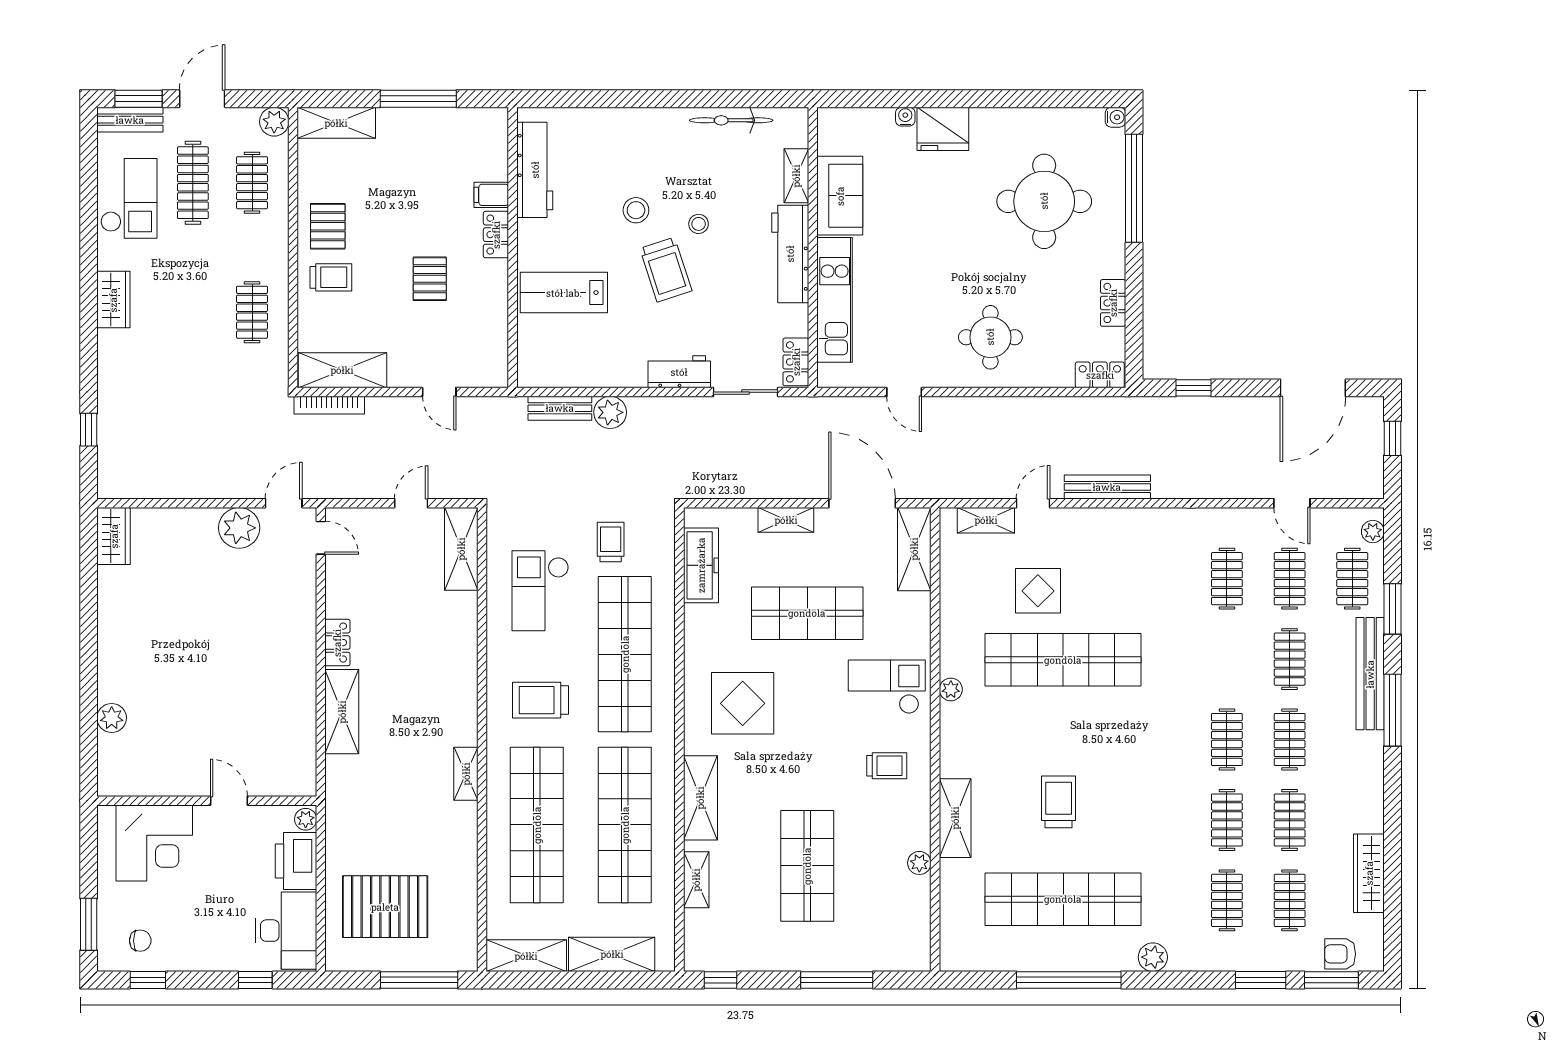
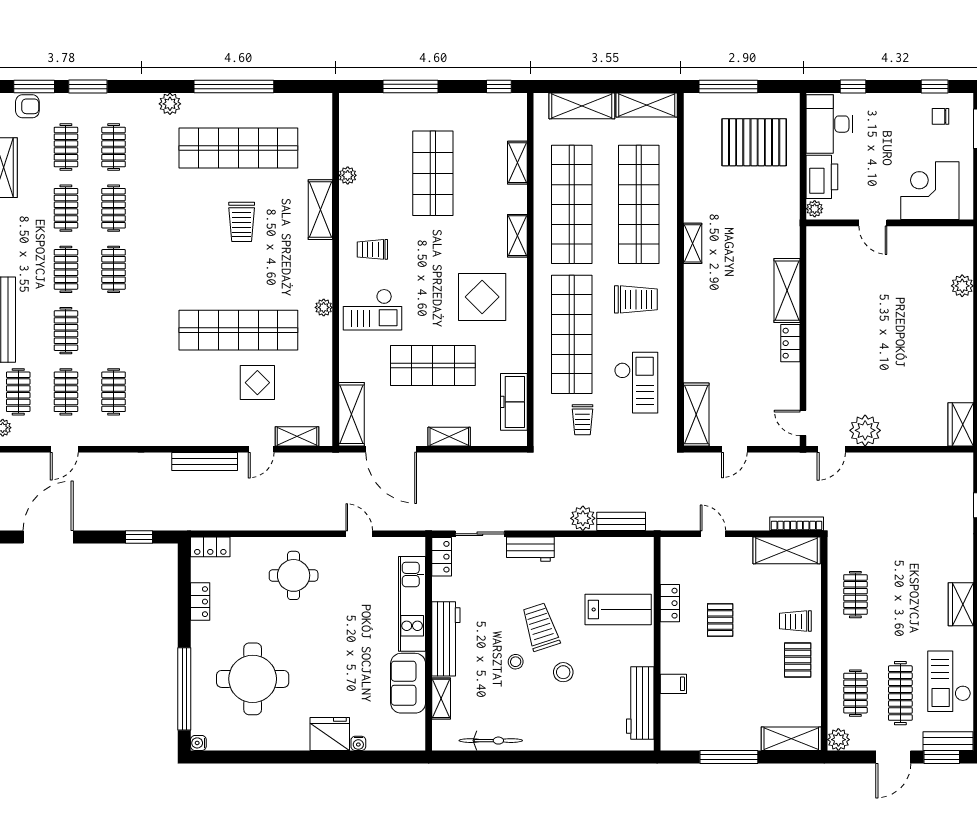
locker: (496, 235) -> (670, 603), moved
door: (1292, 503) -> (64, 449), swing flipped
shelving: (700, 798) -> (517, 236), width x0.67, depth x0.75

